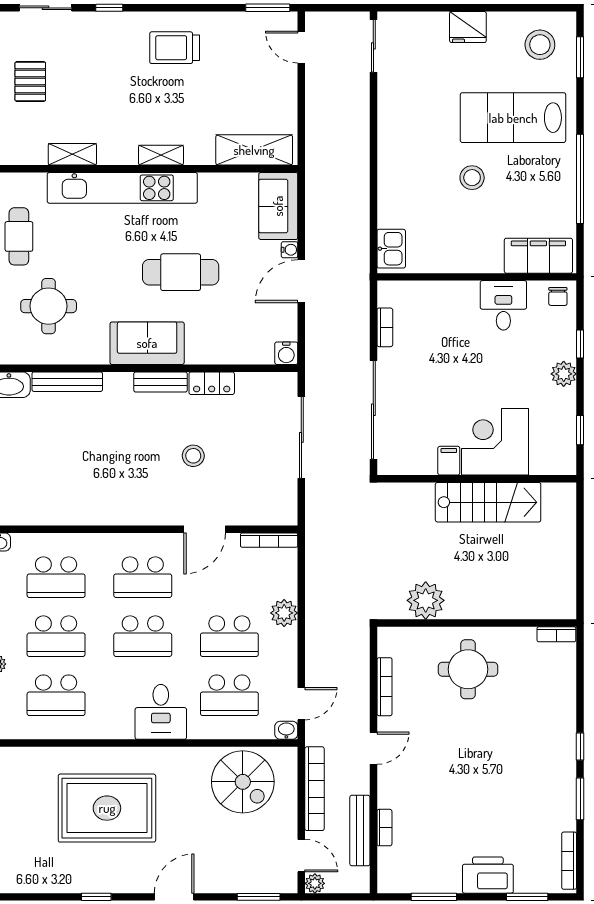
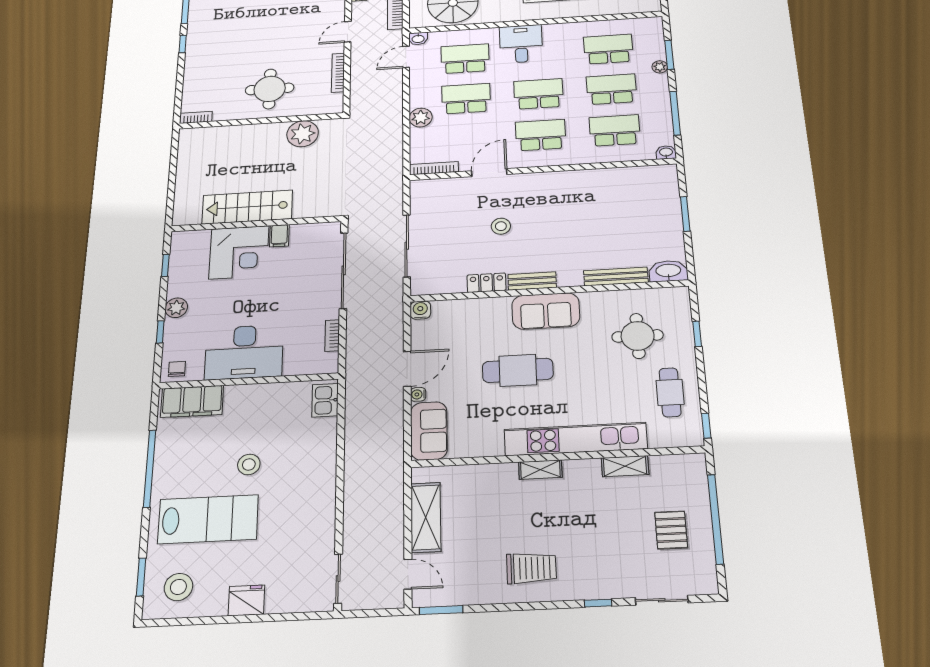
shelving: (254, 150) -> (426, 517), moved, turned 90
desk: (503, 305) -> (244, 352), width x1.87, depth x1.30

